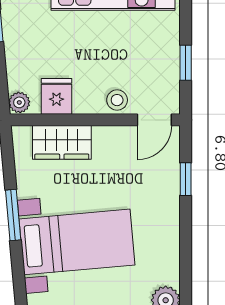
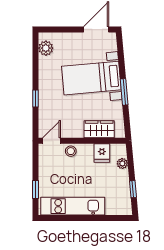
window: (186, 63) -> (35, 190), moved
plant: (19, 102) -> (122, 163), moved
window: (186, 179) -> (35, 98), moved

